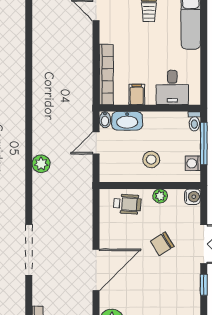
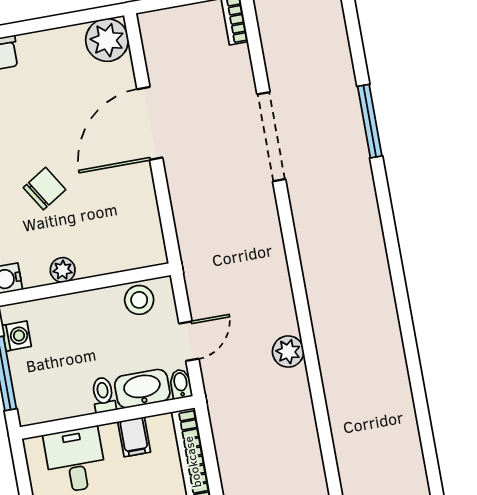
toilet: (194, 121) -> (103, 395), moved
stool: (151, 159) -> (139, 300), moved
plant: (41, 164) -> (288, 352), moved
wheelchair: (127, 204) -> (116, 246), removed

